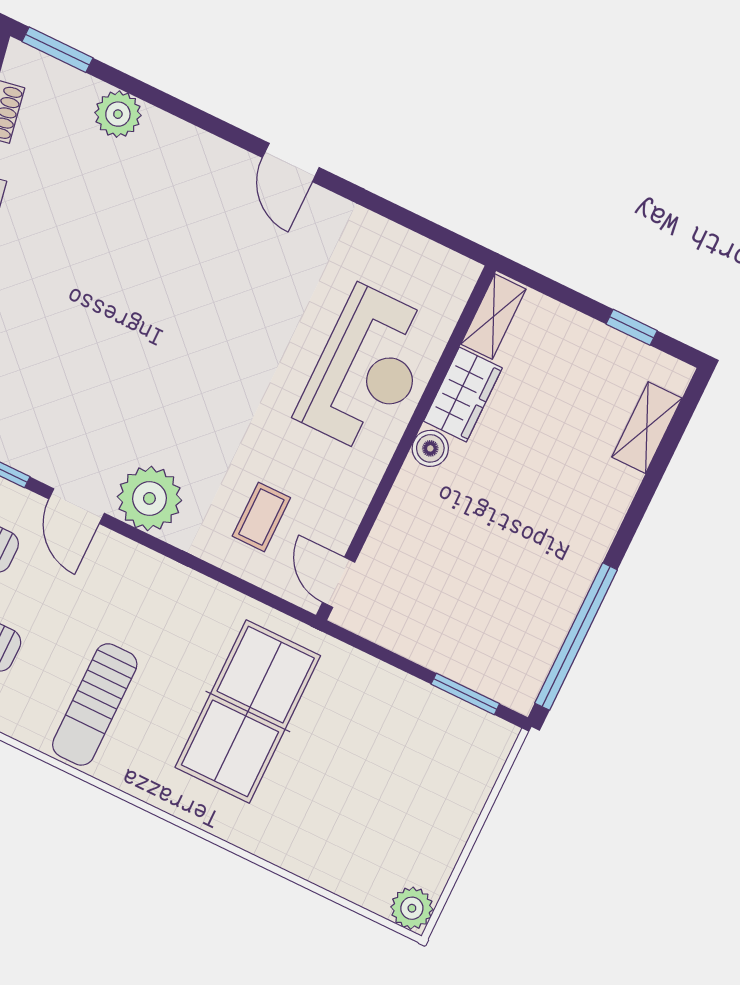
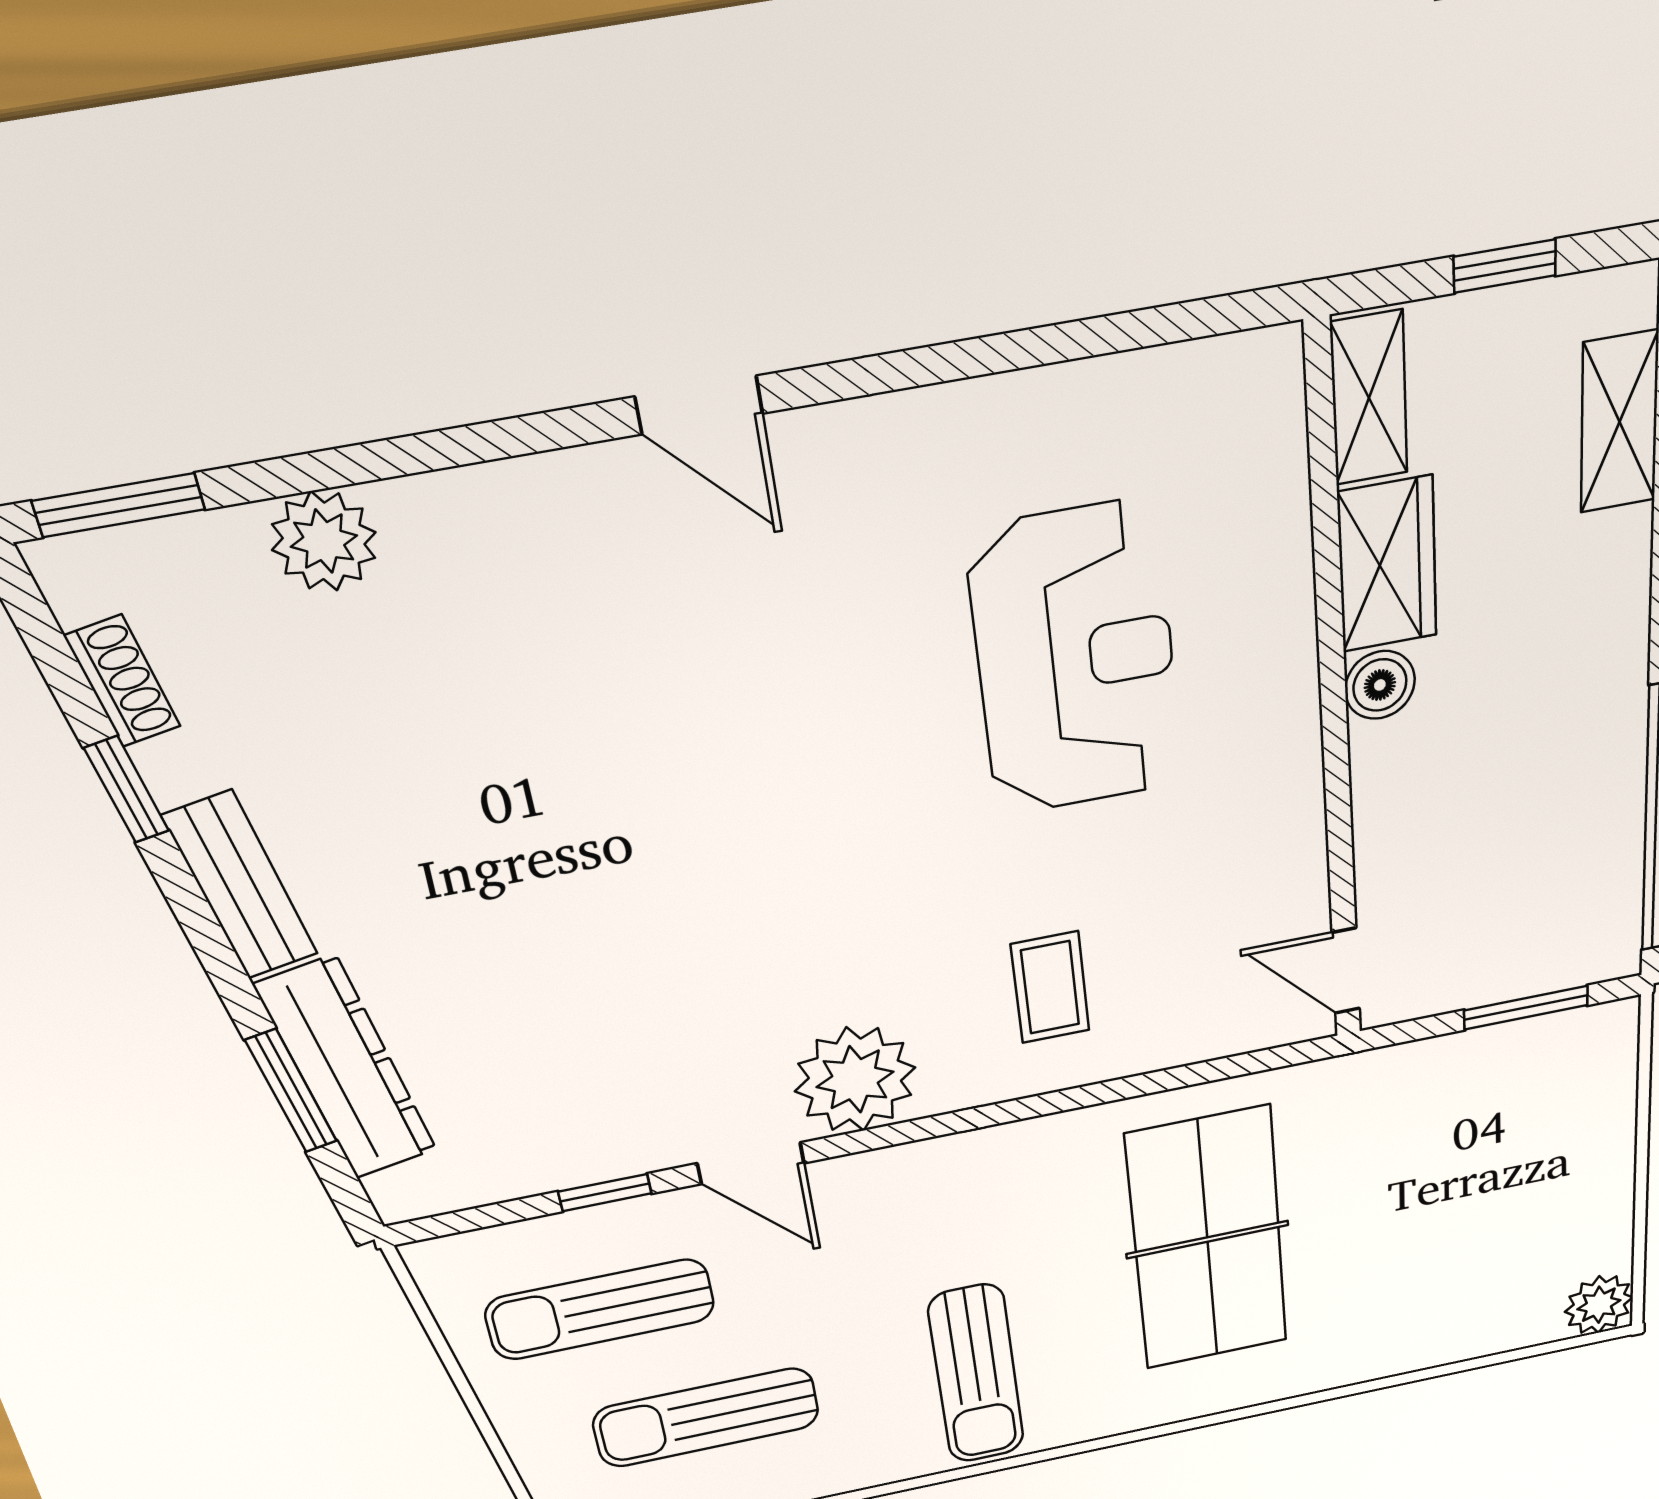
shelving: (493, 317) -> (1369, 398), moved
wardrobe: (463, 395) -> (1387, 564), moved
wall: (406, 443) -> (1334, 704), moved
boiler: (430, 448) -> (1380, 685), moved
door: (339, 582) -> (1346, 971), moved

